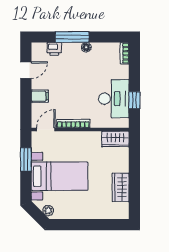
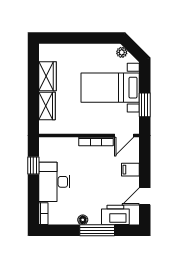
printer: (54, 49) -> (115, 215), width x1.87, depth x1.48
desk: (114, 99) -> (54, 182), moved
wardrobe: (115, 139) -> (47, 106), moved, turned 90

